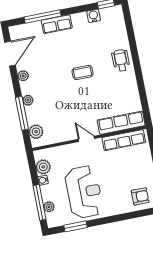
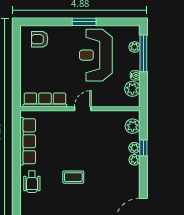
plant: (23, 76) -> (134, 148), moved
window: (22, 113) -> (143, 148), width x0.46
row of seats: (121, 123) -> (28, 141), moved, turned -90
door: (86, 139) -> (83, 109), swing flipped
window: (75, 226) -> (84, 22), moved

